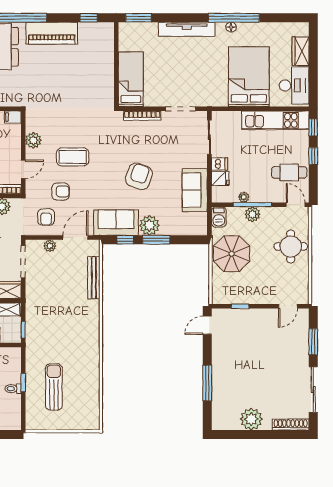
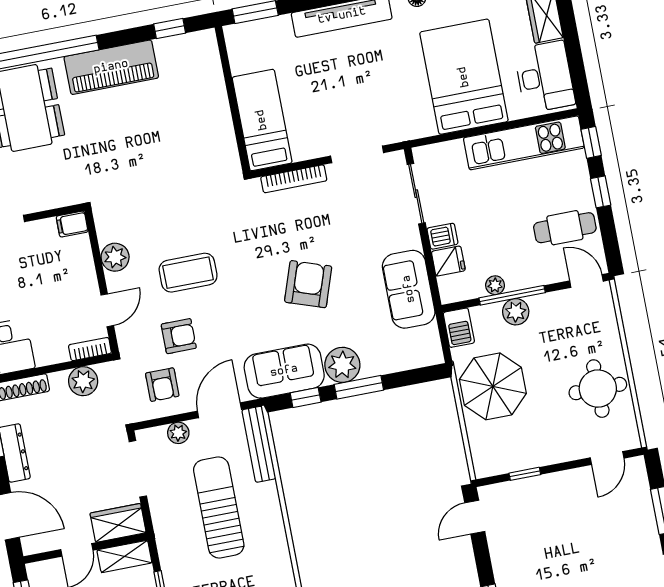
round table: (291, 246) -> (598, 389), moved
bench: (94, 278) -> (259, 444), moved
sun lounger: (64, 292) -> (219, 507), added

